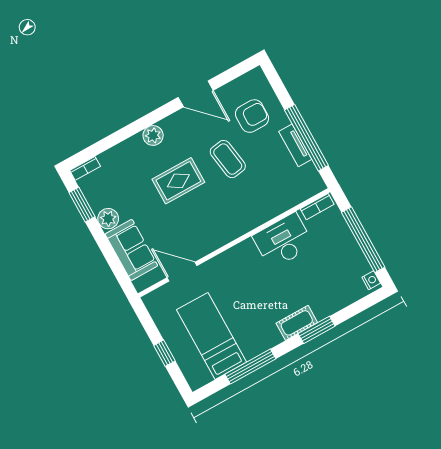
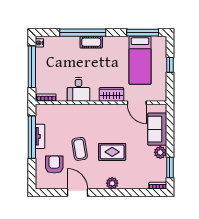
armchair: (252, 116) -> (54, 164), turned 90
desk: (283, 241) -> (79, 89), width x0.73
wardrobe: (225, 263) -> (111, 94), added
window: (317, 330) -> (83, 33), width x2.11
window: (250, 367) -> (143, 33), moved

